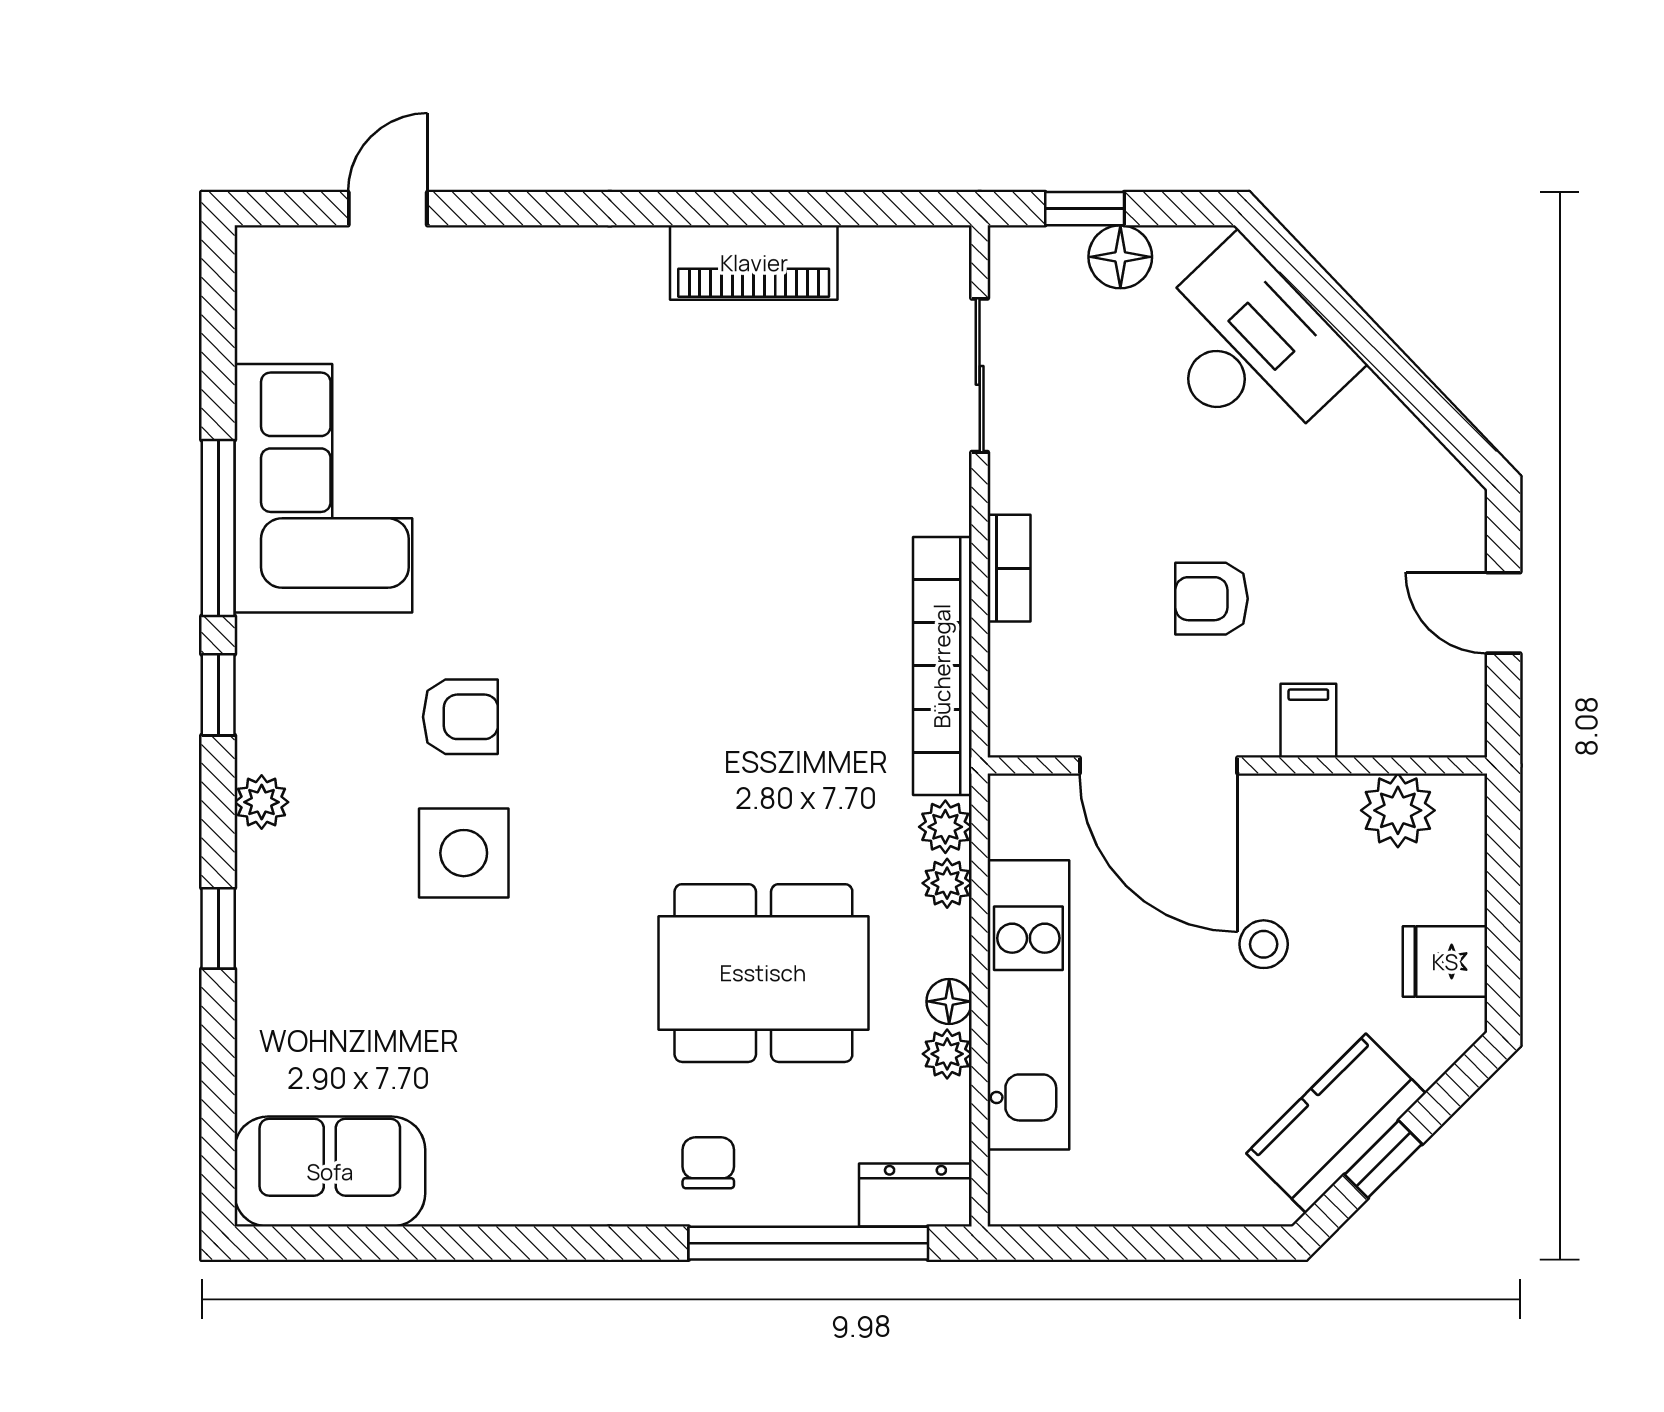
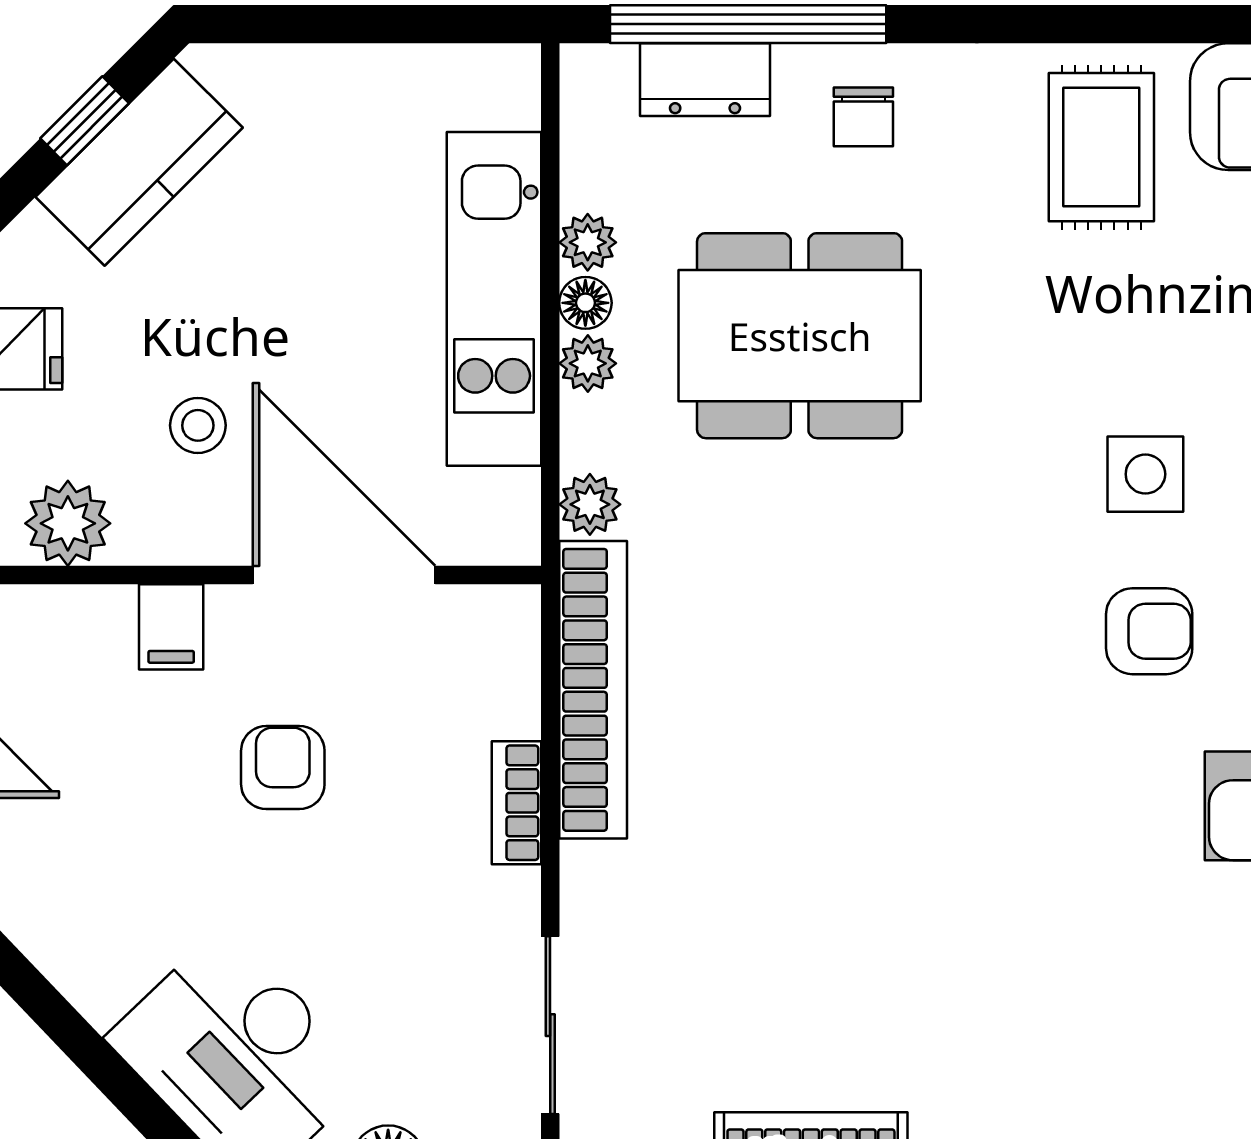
armchair: (1211, 599) -> (283, 767), turned -90
armchair: (460, 717) -> (1149, 631), turned 180
side table: (464, 853) -> (1145, 474), width x0.73, depth x0.73
plant: (947, 883) -> (588, 363), moved
stool: (1264, 944) -> (198, 425), moved
rug: (502, 1136) -> (1101, 147), added
dresser: (915, 1195) -> (705, 80), moved

